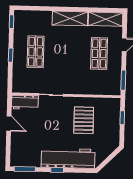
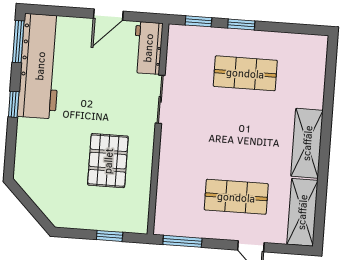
window: (11, 22) -> (198, 21), moved
pallet: (84, 120) -> (108, 161), turned 90
workbench: (68, 158) -> (40, 66), moved

